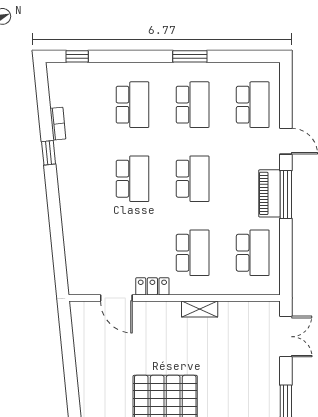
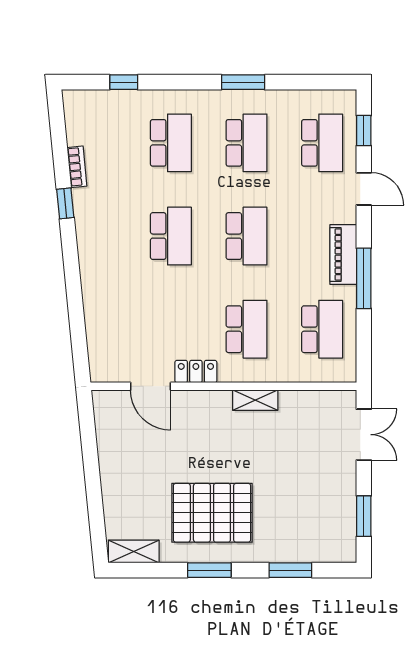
window: (77, 56) -> (124, 82), moved
window: (286, 95) -> (364, 131), added
window: (286, 194) -> (364, 278), moved

